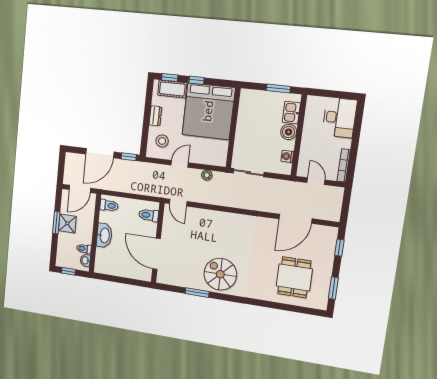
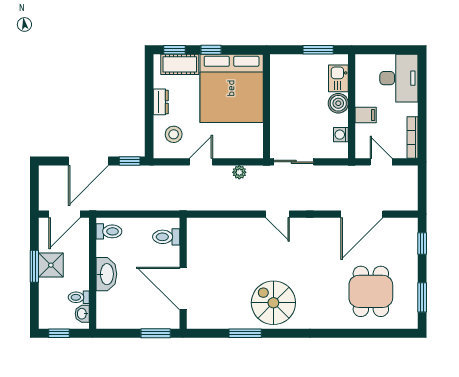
filing cabinet: (309, 144) -> (366, 115), added
door: (178, 203) -> (278, 214), moved
window: (134, 282) -> (156, 333), added

